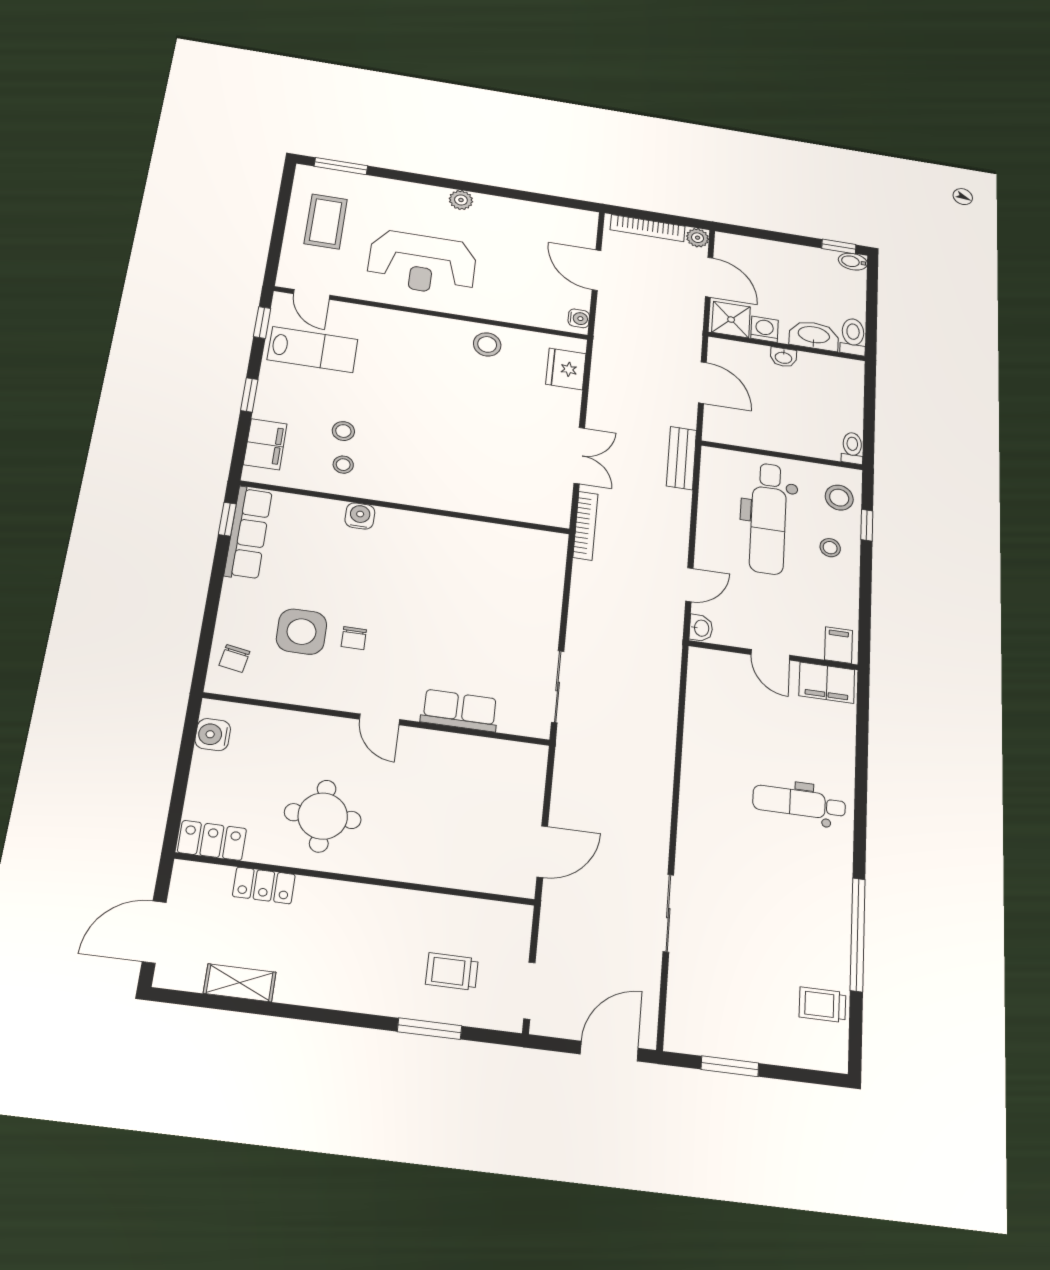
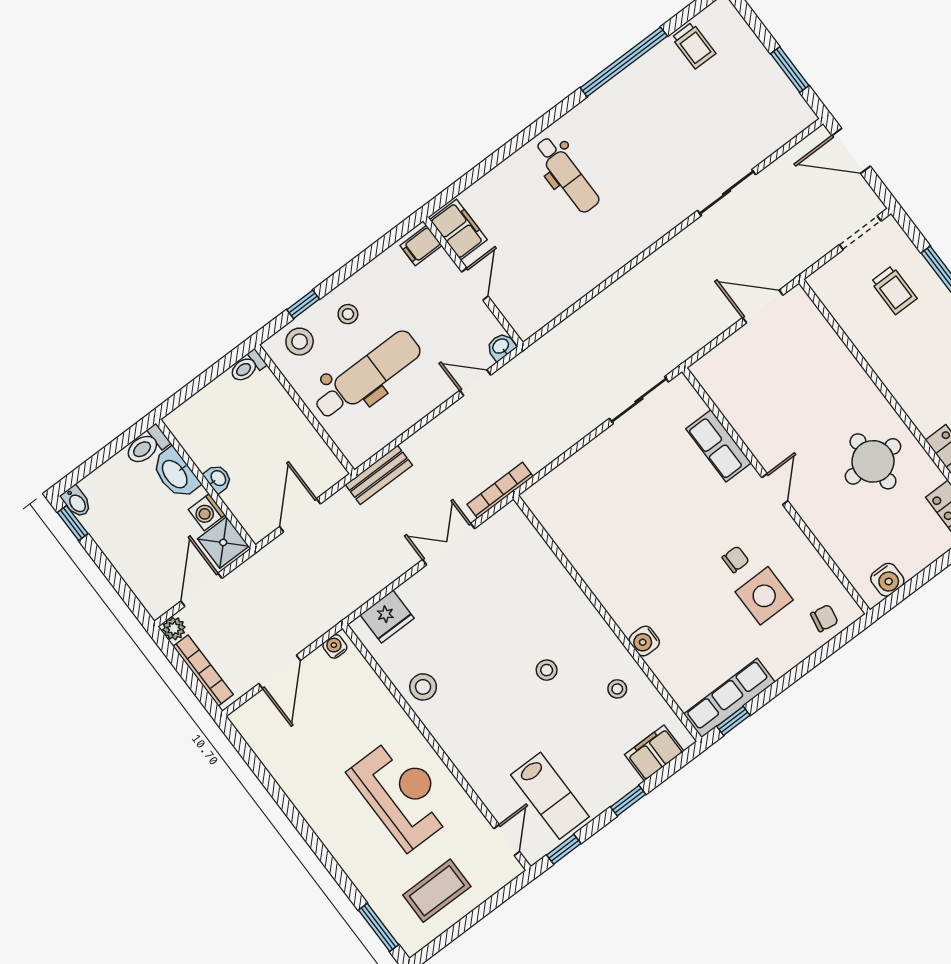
plant: (461, 200) -> (319, 819), removed
lab bench: (313, 350) -> (550, 796), turned 180
stool: (343, 431) -> (547, 670), moved

